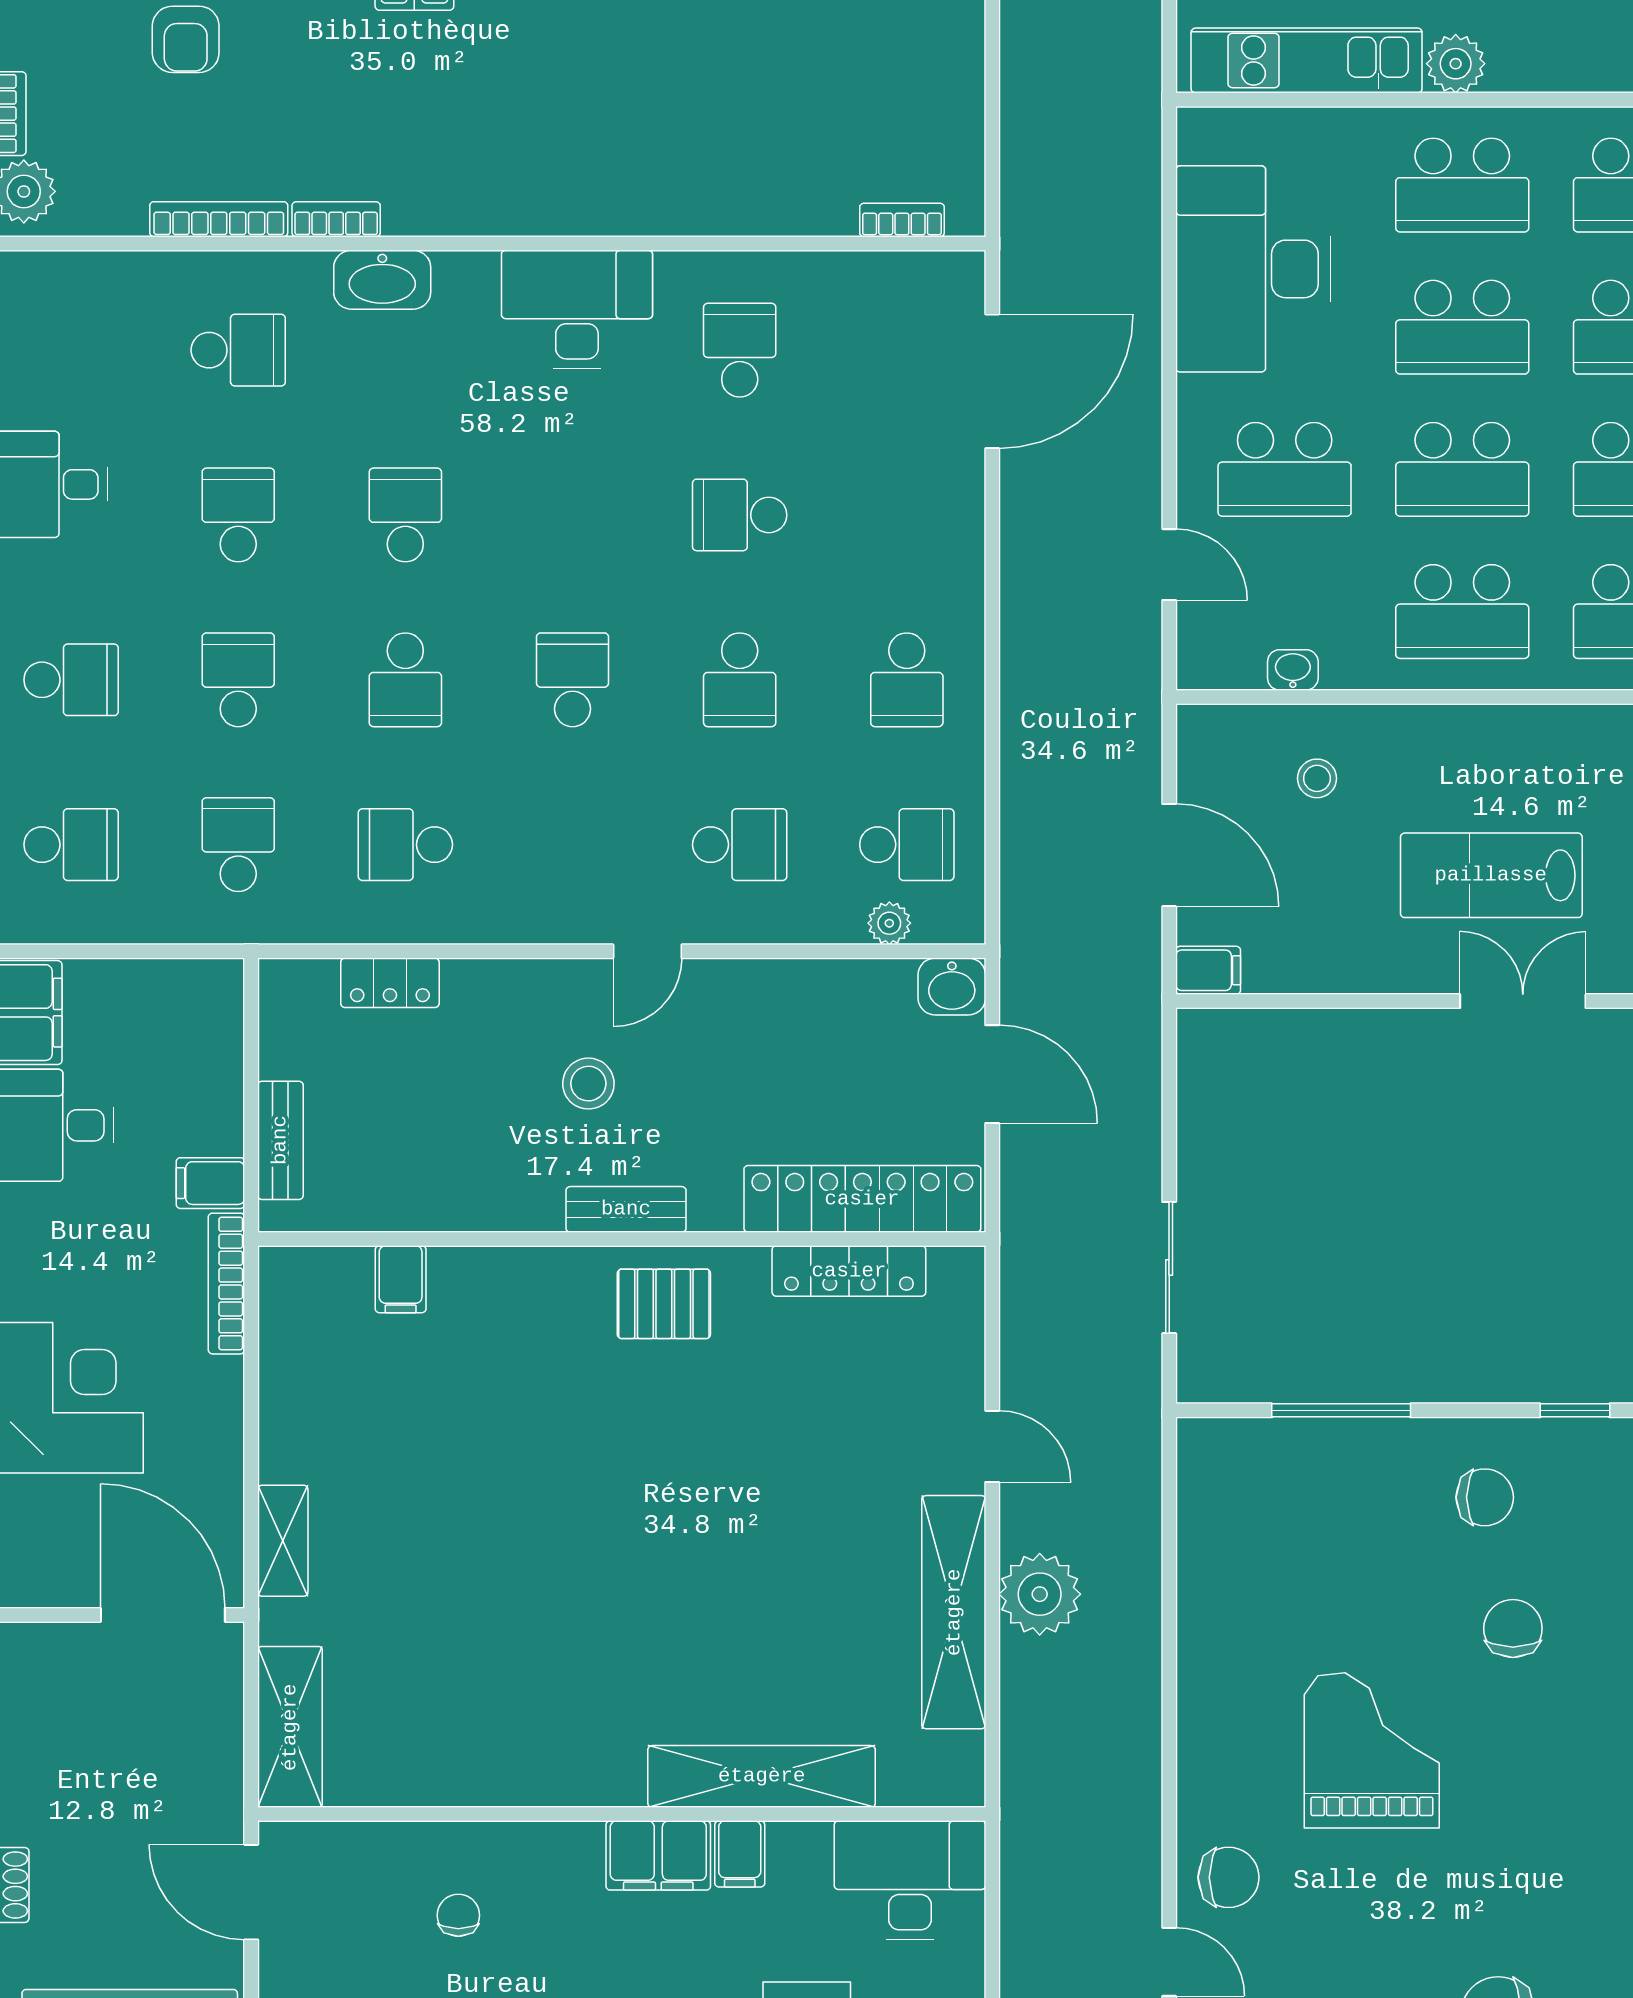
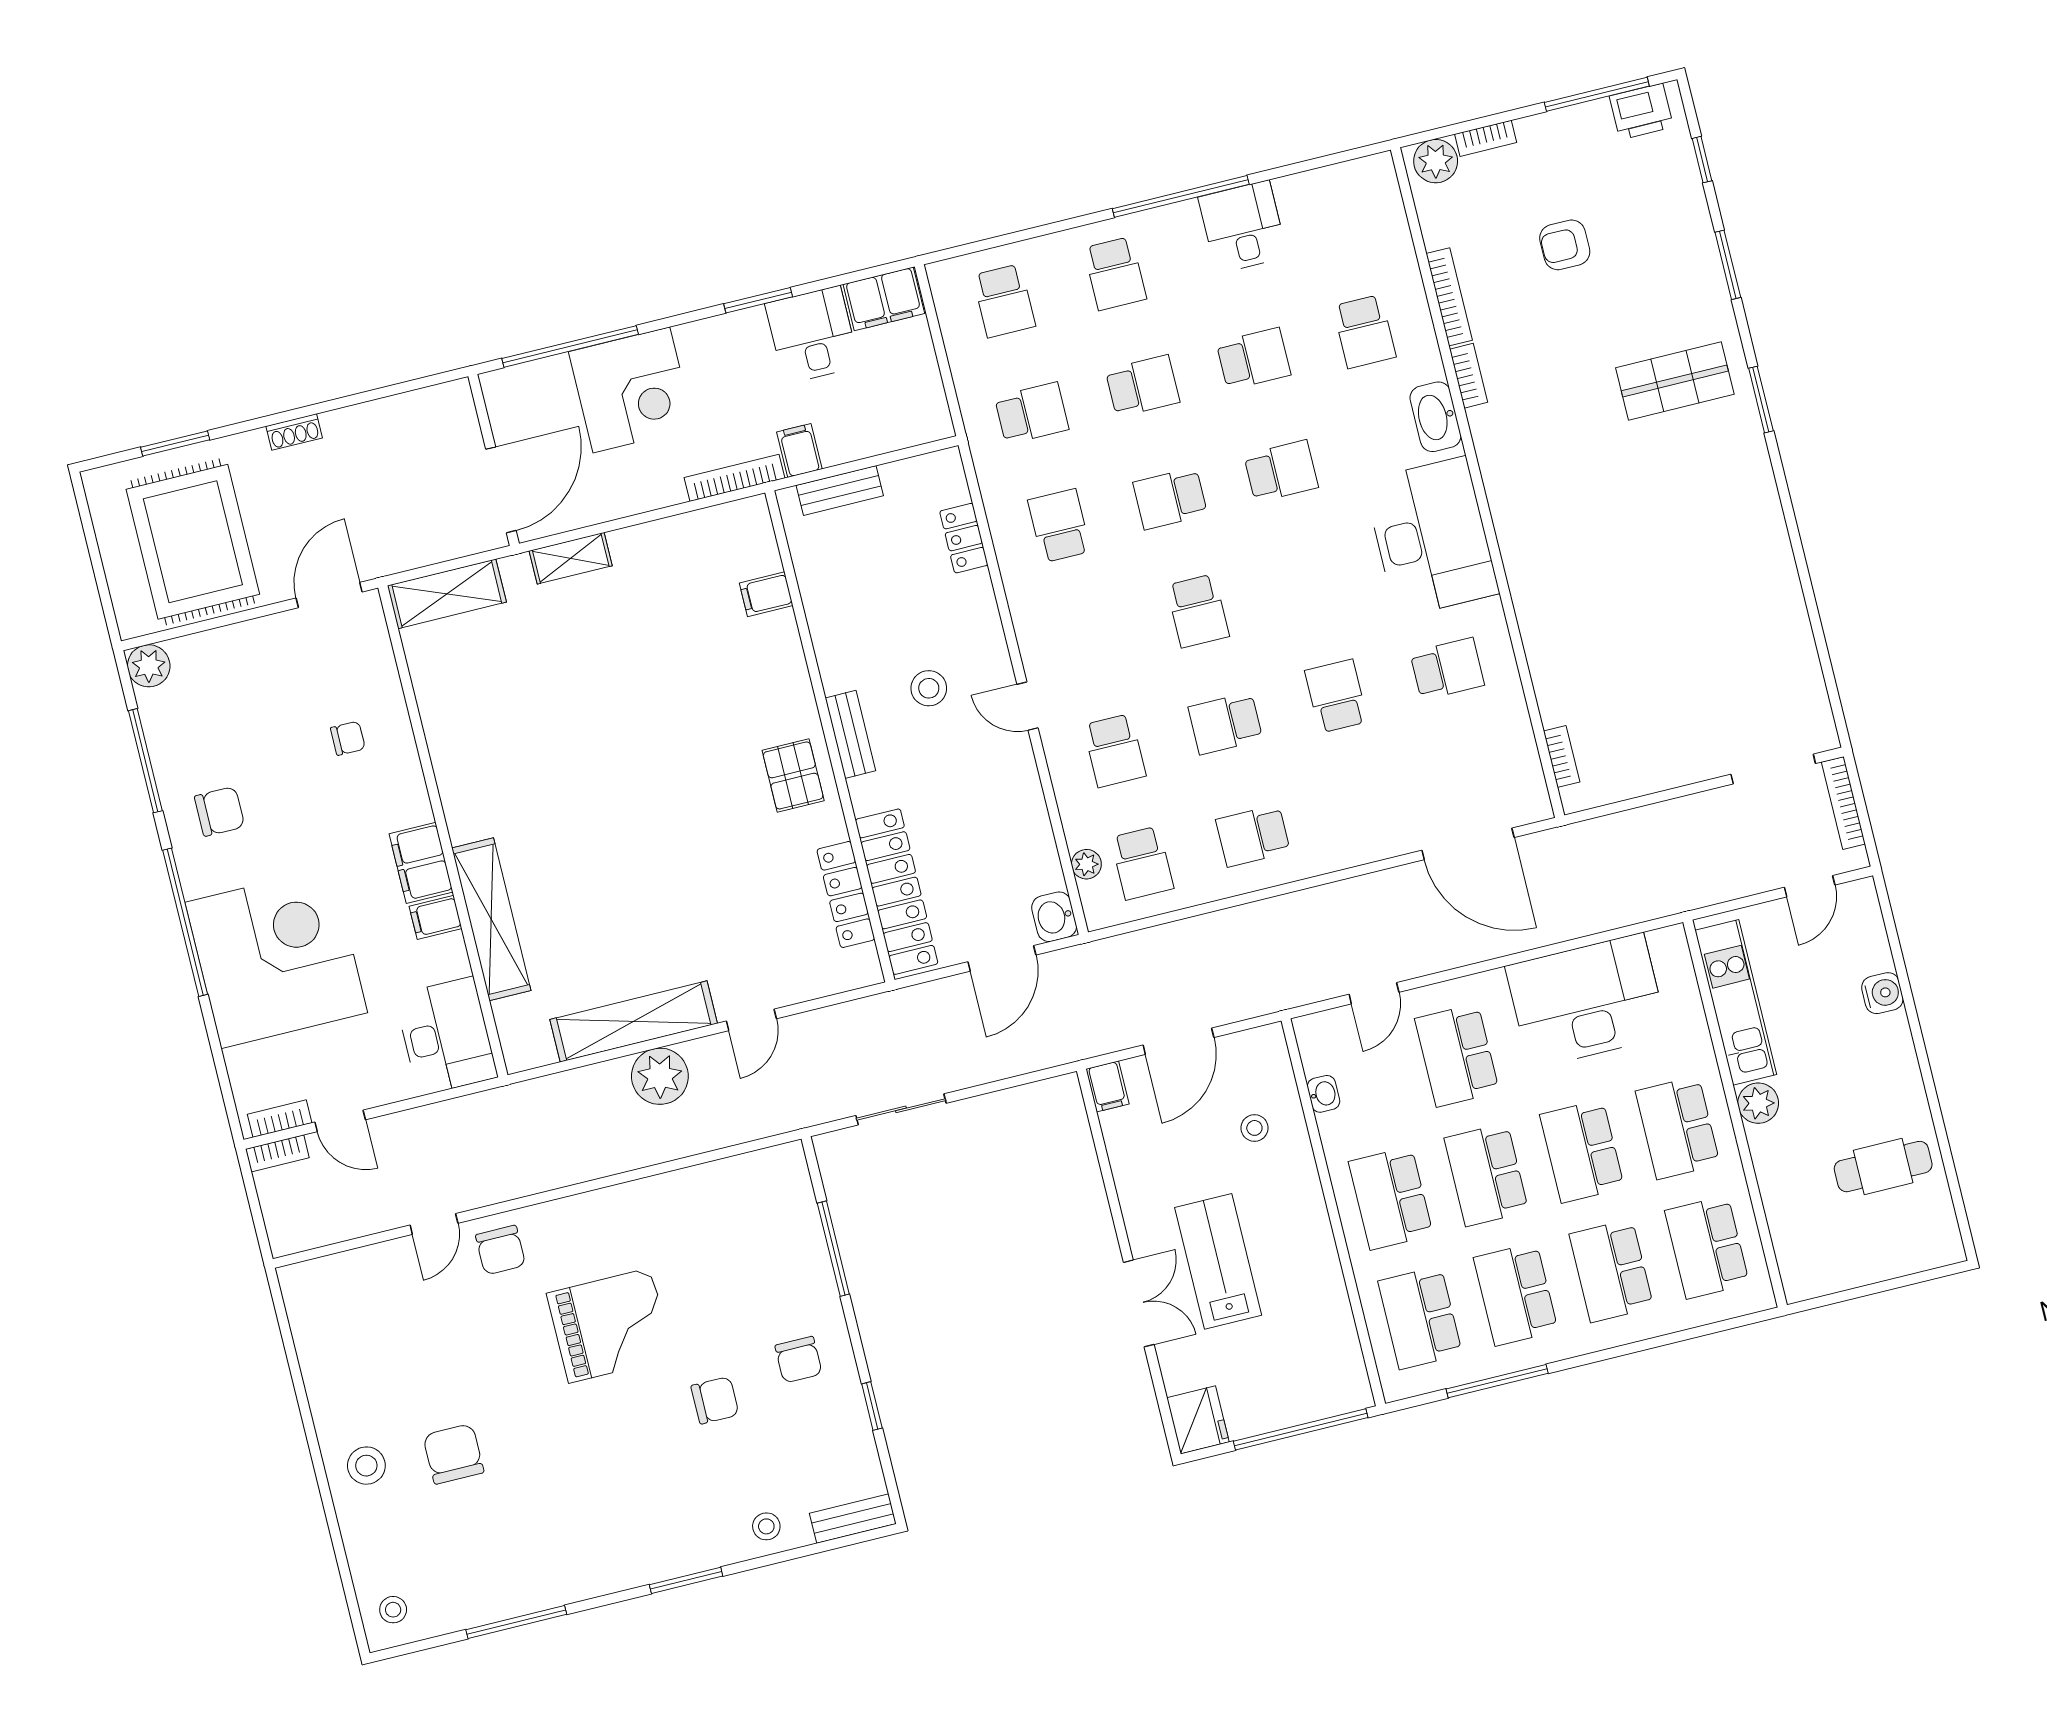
desk: (577, 309) -> (1431, 537), width x1.36, depth x1.30
school desk: (573, 680) -> (1198, 611), turned 90

